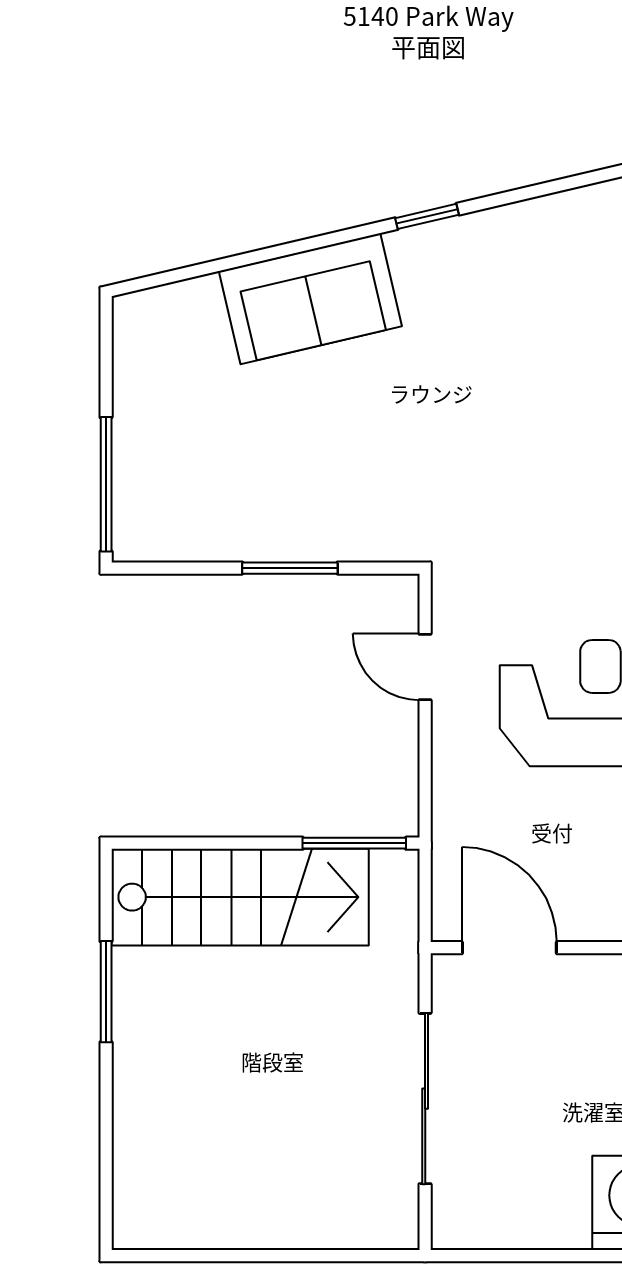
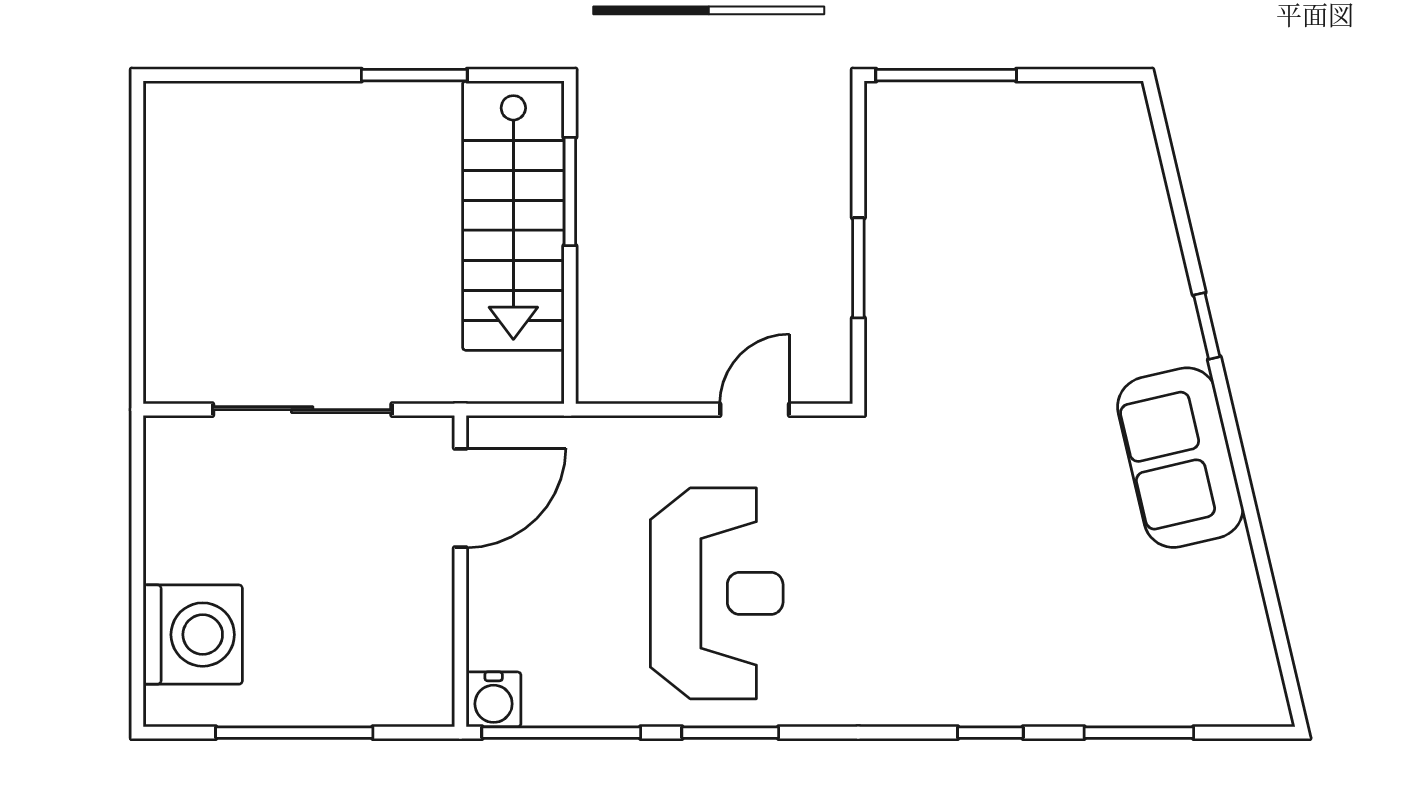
window: (427, 216) -> (1207, 326), moved
sofa: (310, 299) -> (1180, 458), moved
window: (354, 843) -> (570, 192), moved

